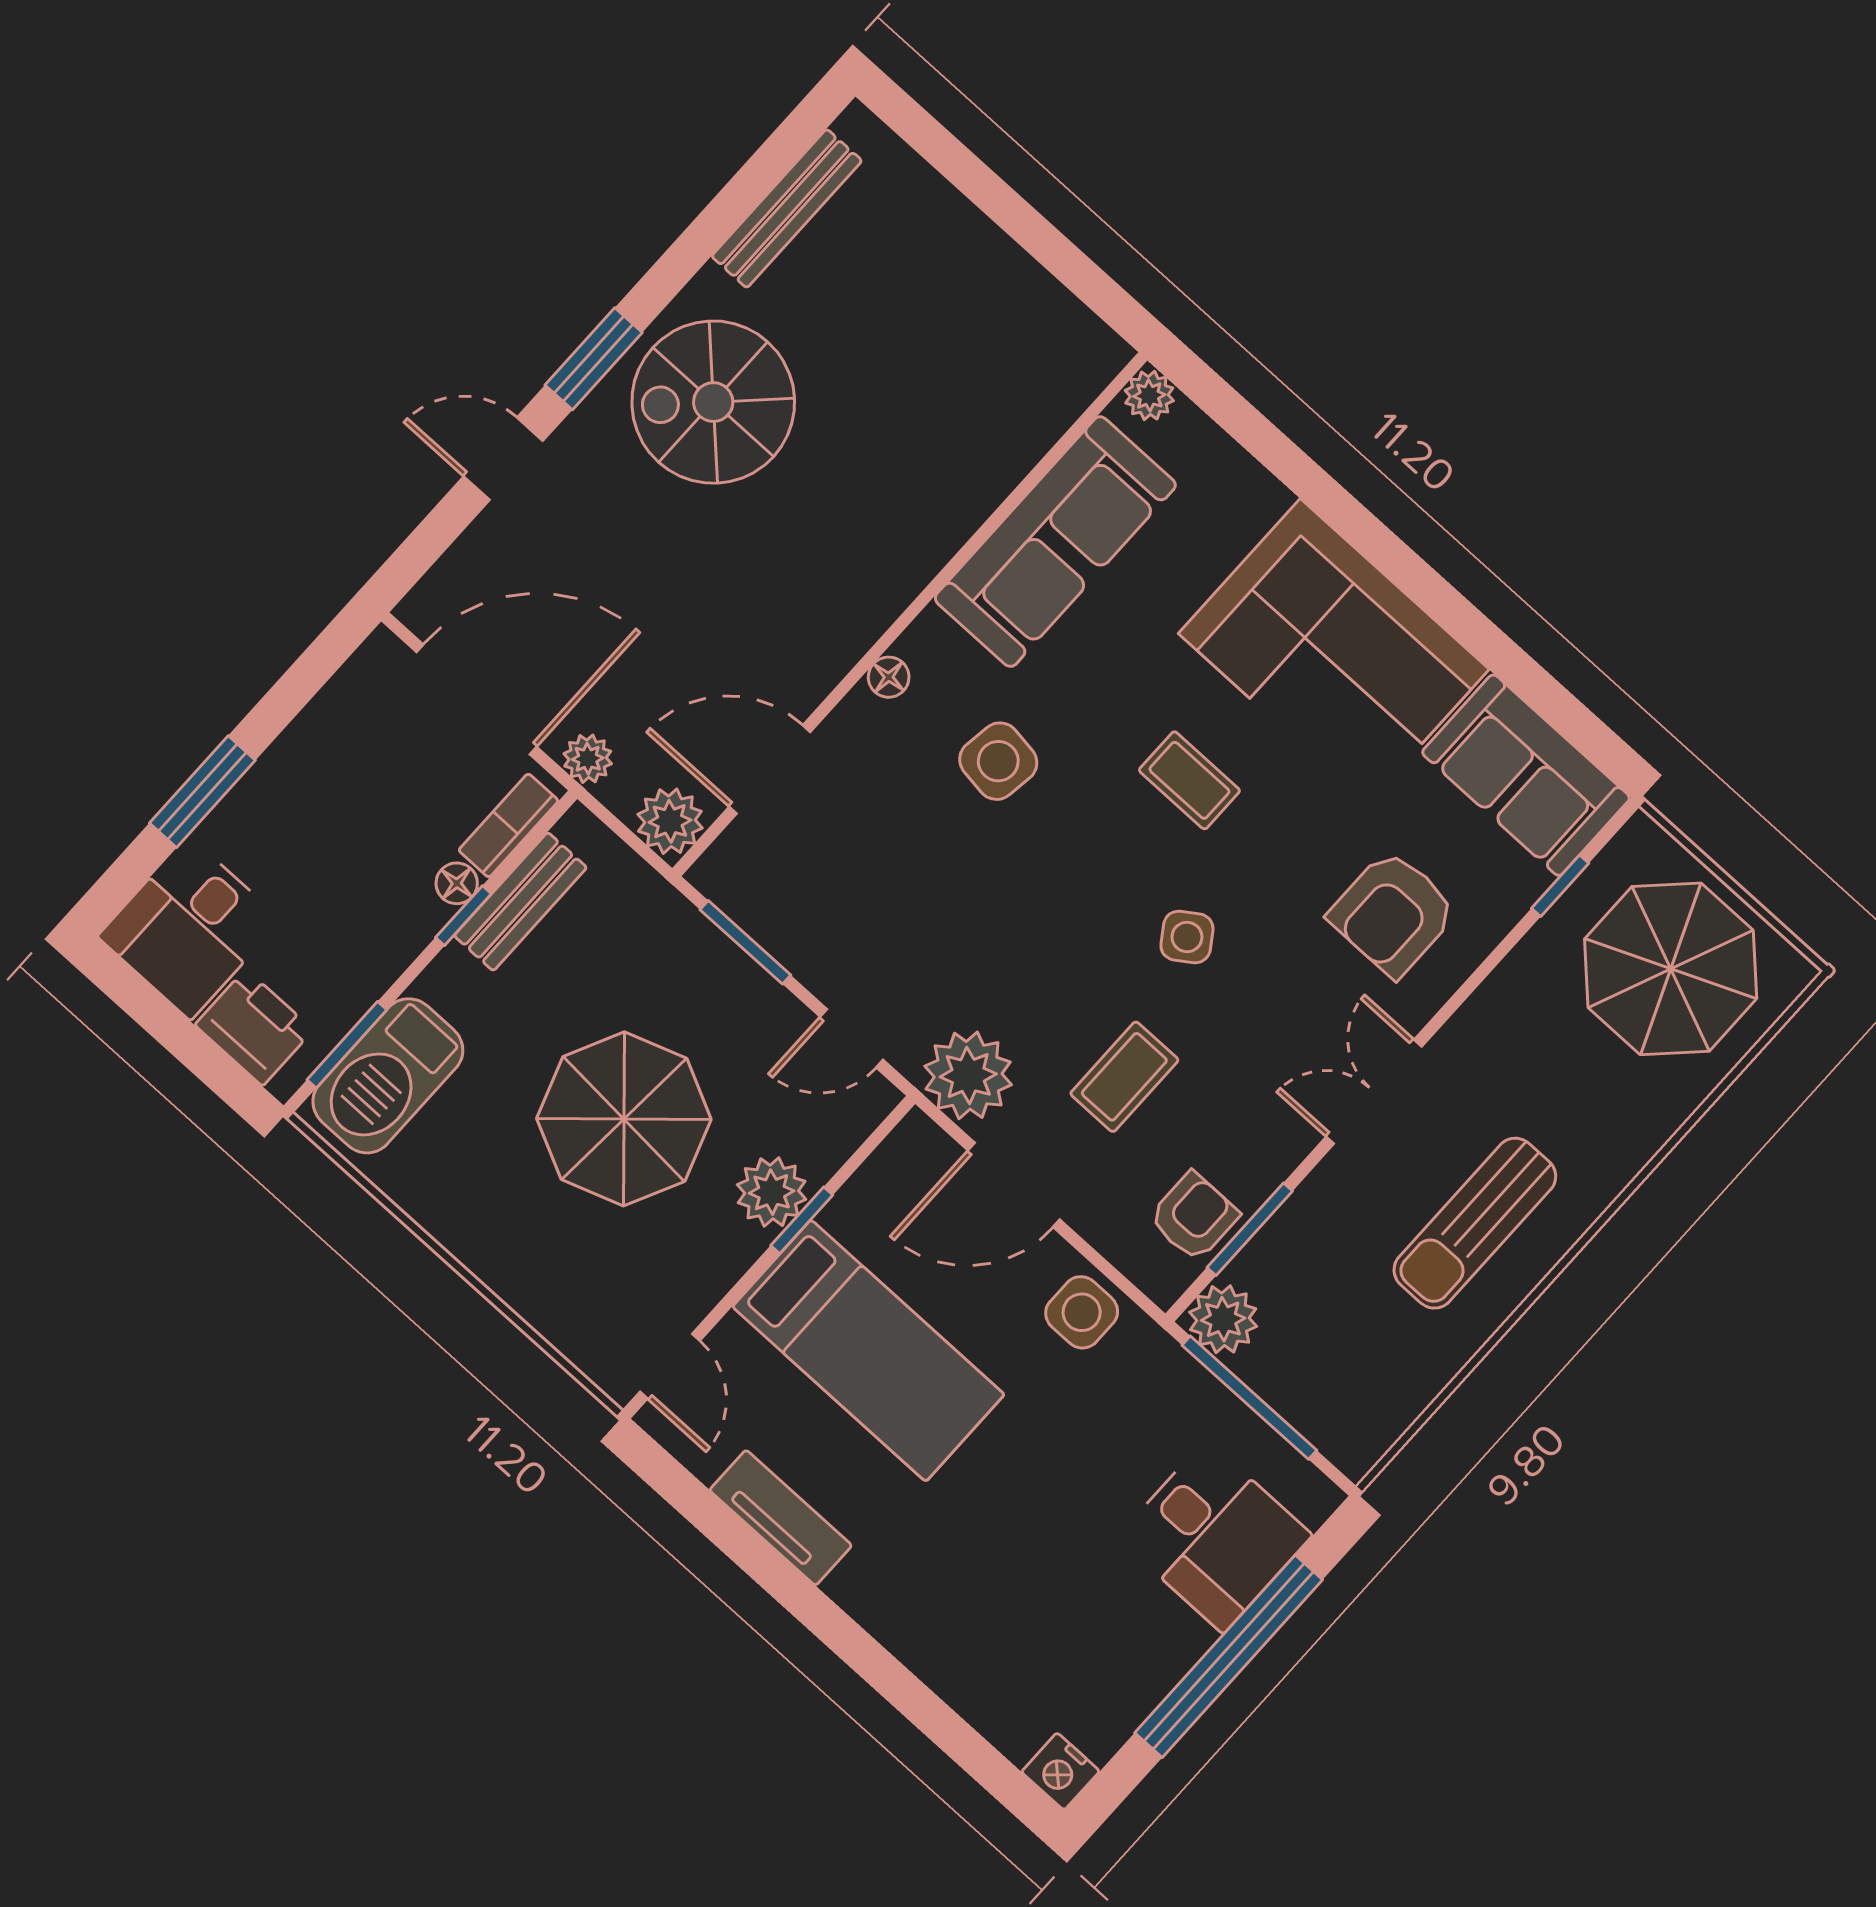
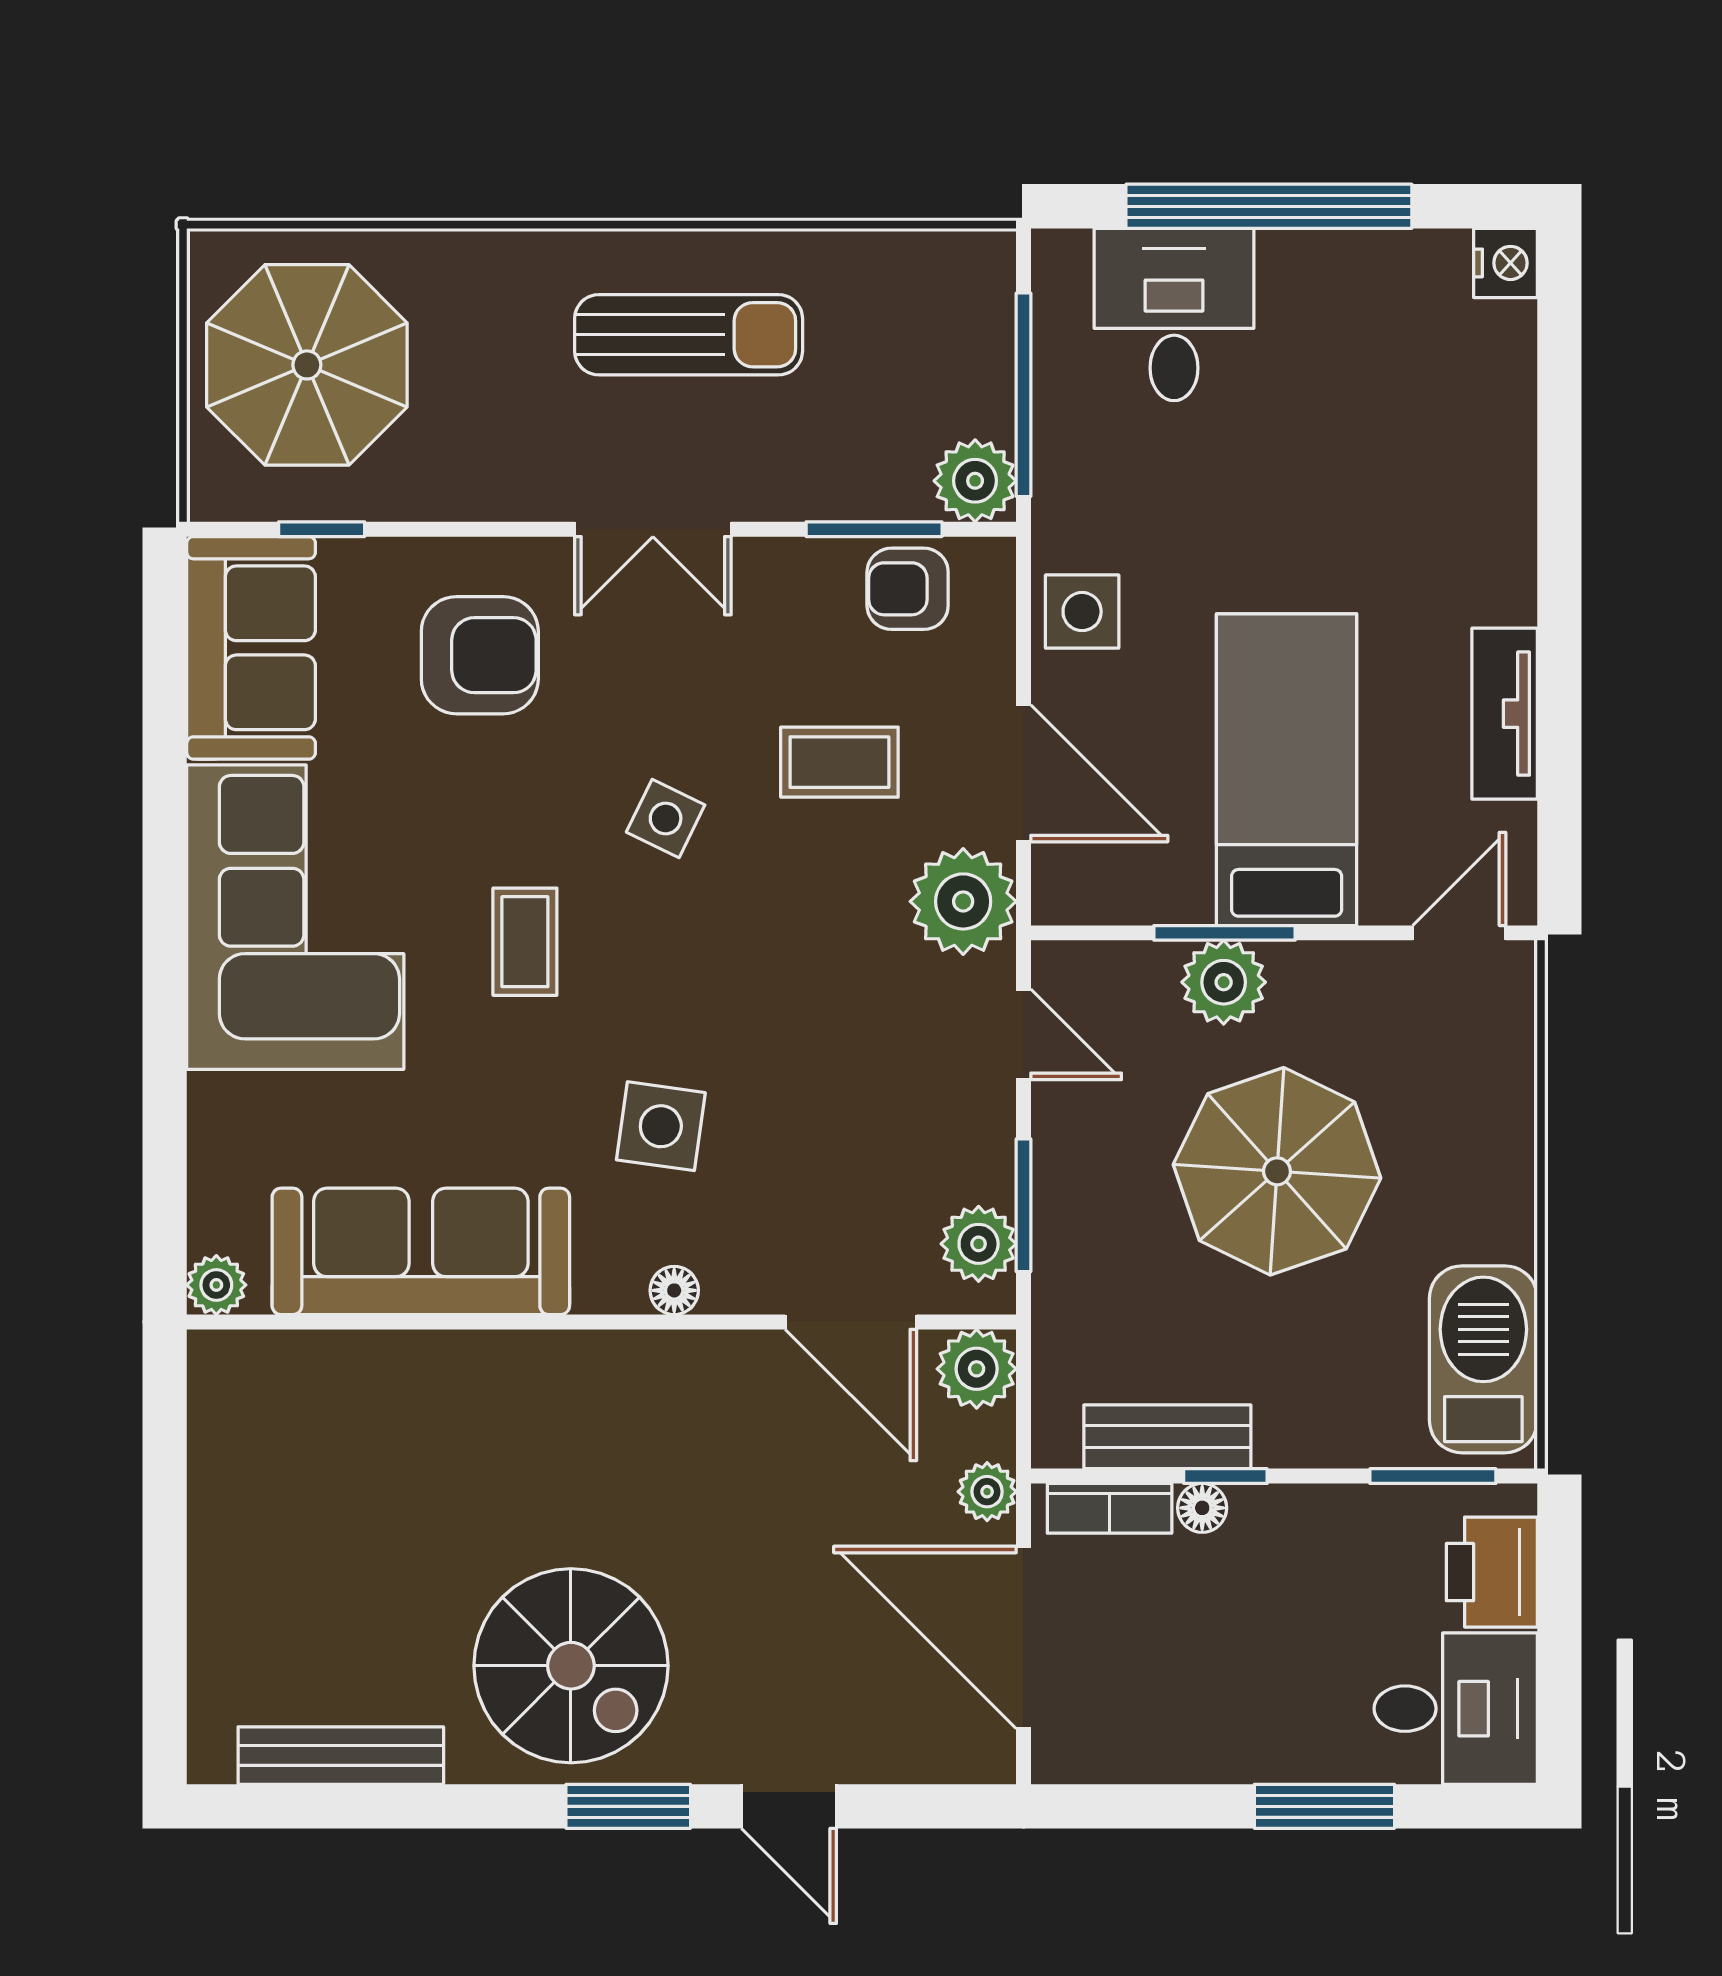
plant: (747, 893) -> (979, 1244), added
side table: (1187, 937) -> (666, 818), turned -30
barbecue: (388, 1076) -> (1483, 1359), moved, turned -90
window: (802, 1220) -> (1225, 933), width x1.50

